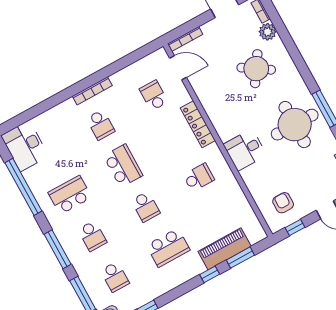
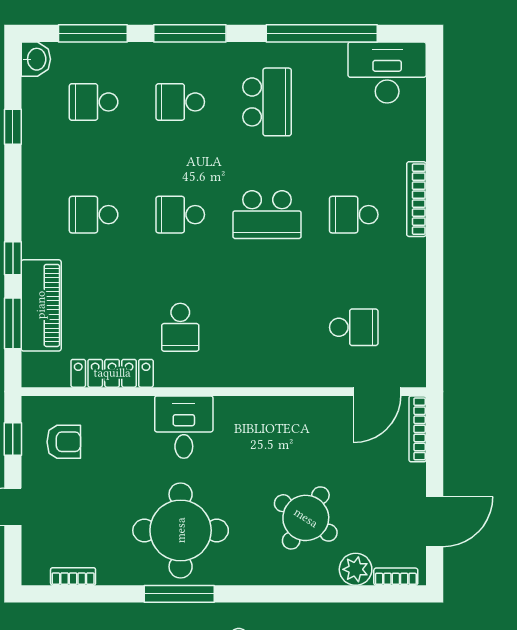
bookcase: (92, 91) -> (416, 199), moved
locker: (198, 124) -> (112, 373), moved
school desk: (168, 248) -> (94, 215), width x0.54

